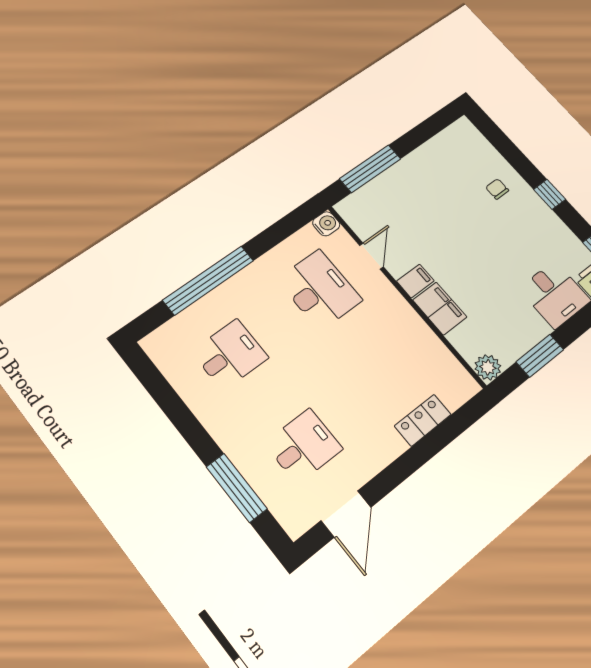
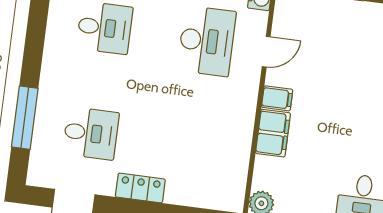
locker: (423, 420) -> (140, 188), moved

